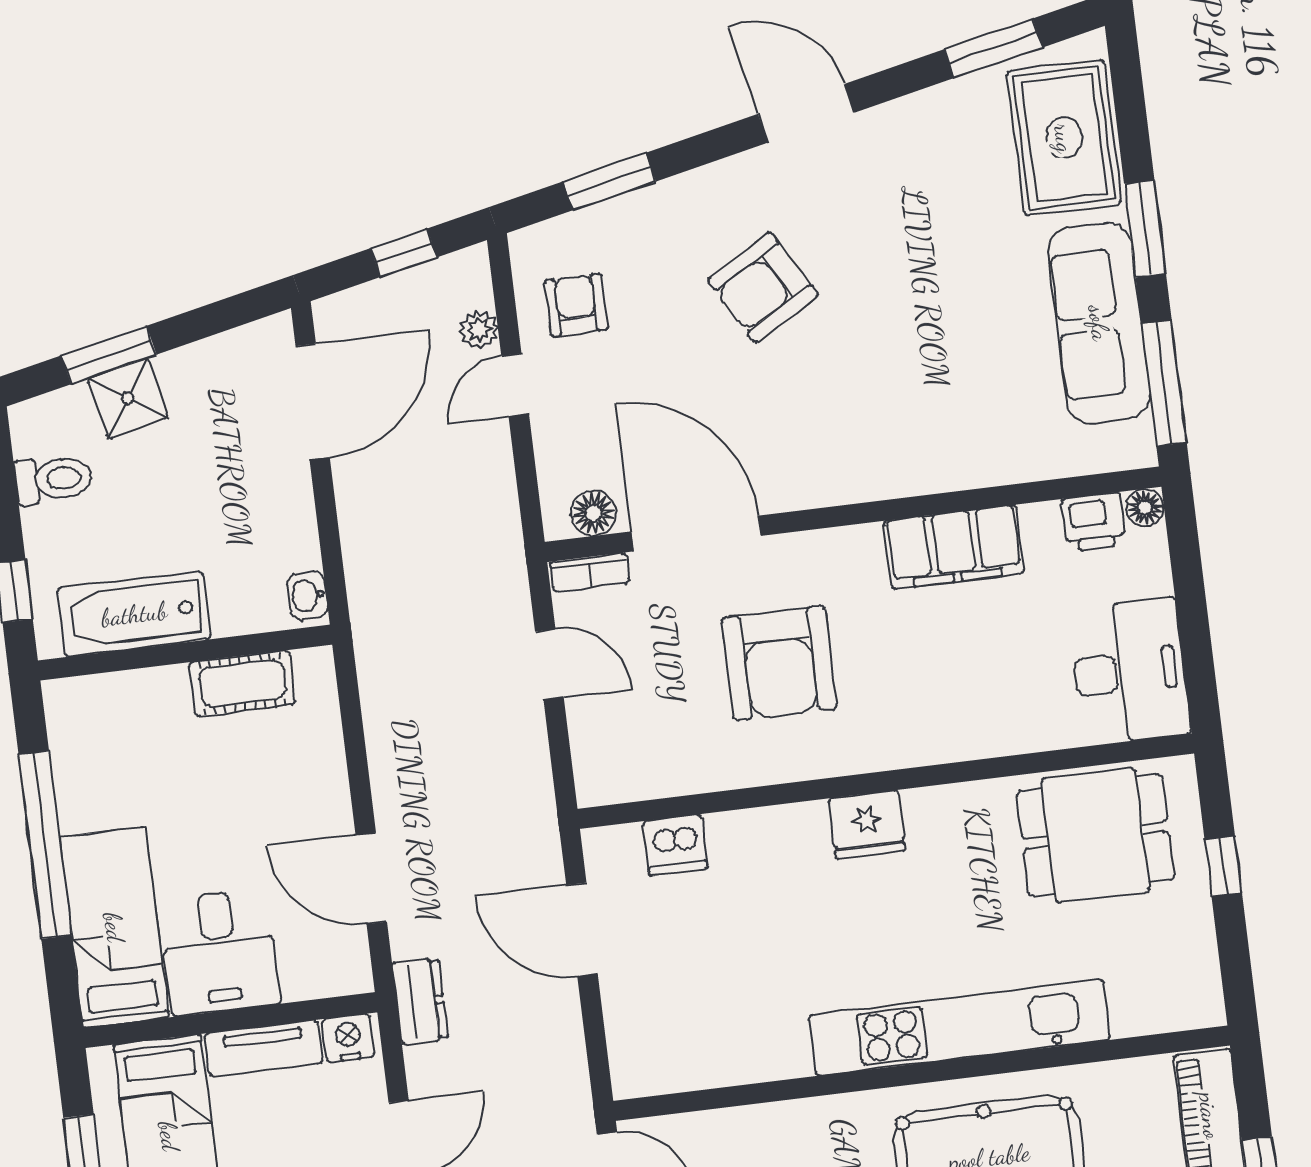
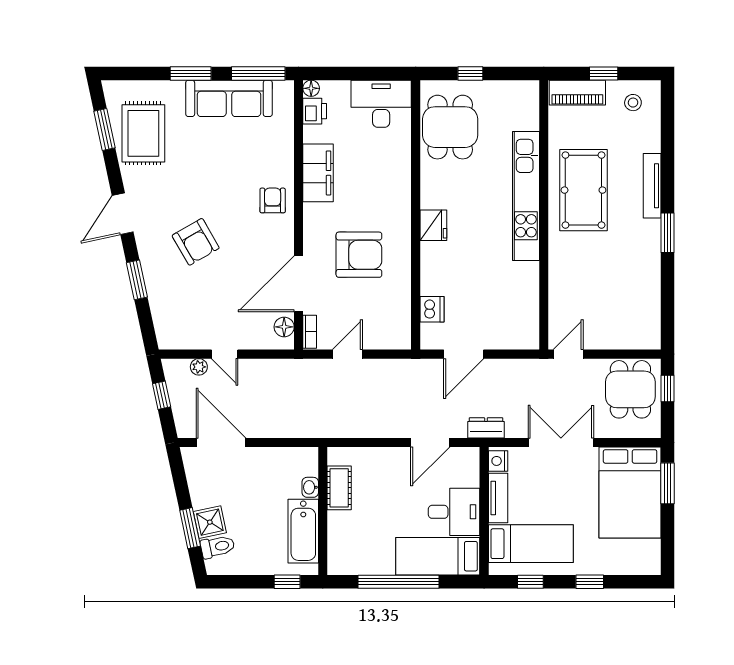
rug: (1064, 138) -> (143, 133), moved, turned 90
window: (609, 182) -> (137, 280), moved
armchair: (576, 305) -> (273, 200), moved, turned 90
toilet: (53, 479) -> (218, 547), moved, turned 78
washbasin: (307, 595) -> (310, 487), moved, turned 90

